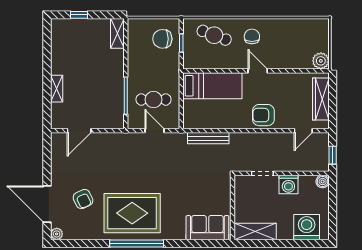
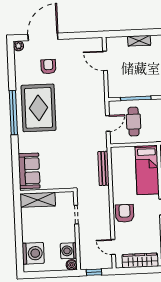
washing machine: (288, 184) -> (69, 251), moved
armchair: (83, 199) -> (48, 67), turned 115
shelving: (255, 232) -> (38, 200), moved, turned 90

